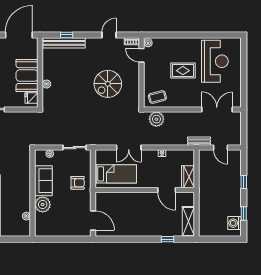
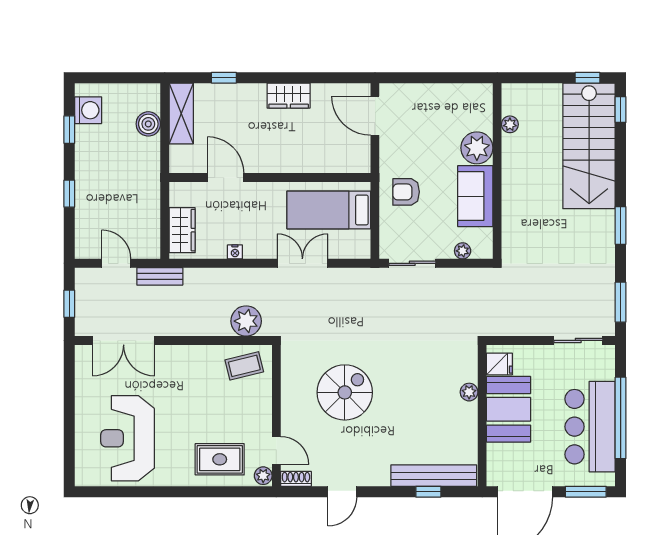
rug: (183, 71) -> (220, 459), moved
window: (244, 128) -> (69, 304), added
wardrobe: (188, 177) -> (182, 230), moved
boiler: (205, 216) -> (148, 124), added
wardrobe: (136, 230) -> (289, 96), added

